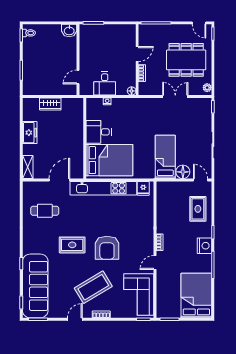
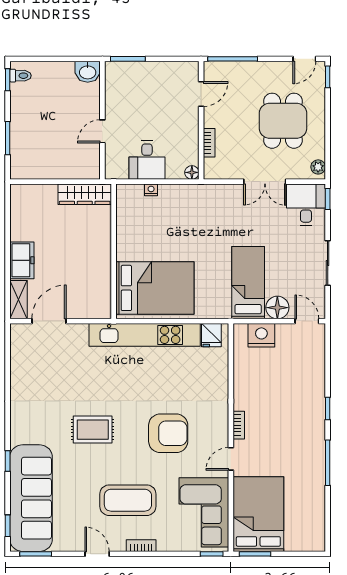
door: (199, 23) -> (304, 59), hinge flipped
door: (137, 54) -> (201, 94), moved
dining table: (186, 60) -> (283, 121), width x0.73
door: (78, 77) -> (102, 131), moved
double door: (175, 96) -> (265, 182), swing flipped
wardrobe: (50, 104) -> (85, 194), moved, width x1.50
desk: (99, 132) -> (306, 205), moved, turned 90
freezer: (30, 133) -> (22, 260), moved
door: (59, 180) -> (49, 321), moved
rug: (198, 209) -> (302, 369), removed
cafe table: (45, 211) -> (47, 373), removed
nightstand: (204, 246) -> (261, 335), moved, turned -90
armchair: (107, 248) -> (168, 433), moved, turned -90
coffee table: (93, 287) -> (128, 500), turned 31
bed: (196, 296) -> (258, 514), moved
door: (75, 319) -> (97, 554), hinge flipped

